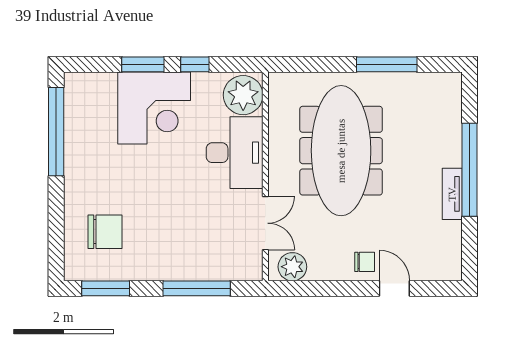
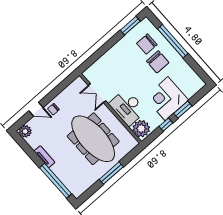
window: (387, 64) -> (111, 173), moved
window: (56, 132) -> (173, 41), moved
window: (469, 170) -> (56, 181), moved
chair: (113, 185) -> (158, 62), added
plant: (292, 267) -> (25, 131), moved
window: (197, 288) -> (101, 52), removed

